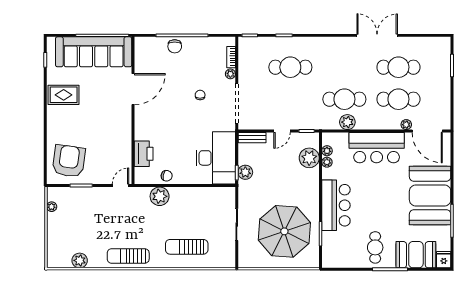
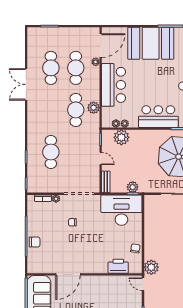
door: (133, 89) -> (68, 274), swing flipped
plant: (160, 196) -> (151, 267), moved

